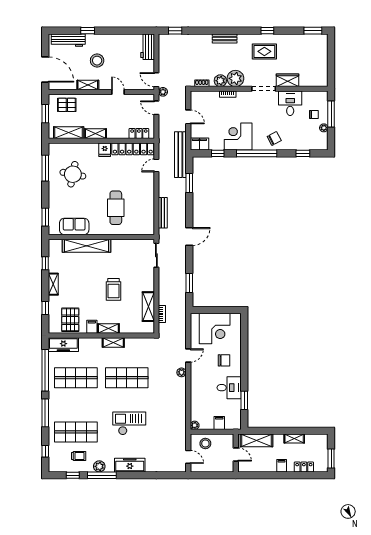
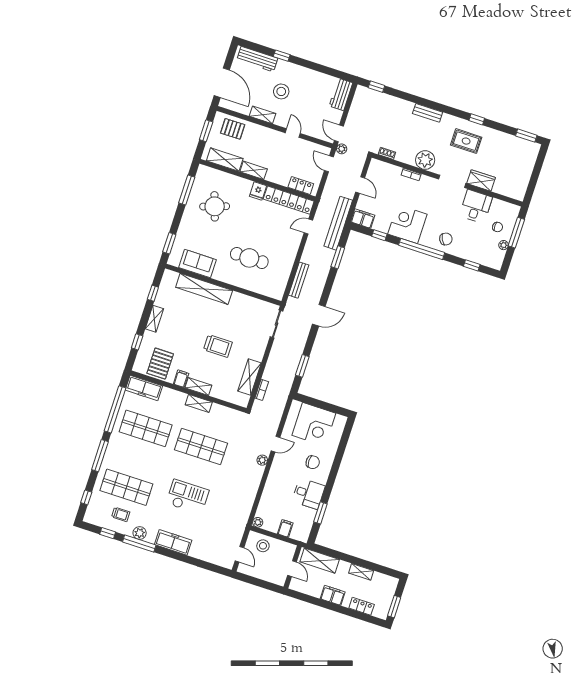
plant: (220, 81) -> (408, 157), removed
round table: (73, 174) -> (215, 206), turned -30
cafe table: (116, 208) -> (249, 258), turned 90
trolley: (114, 289) -> (218, 346), turned -90
filing cabinet: (282, 466) -> (333, 595), width x2.00

